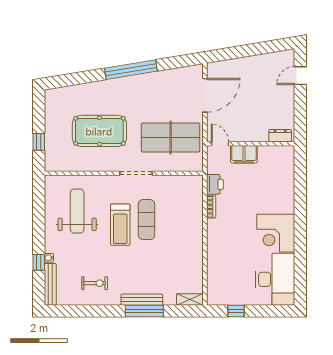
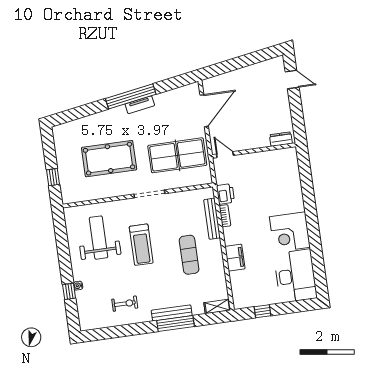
door: (300, 76) -> (292, 79), swing flipped
tv unit: (139, 80) -> (140, 105), added
filing cabinet: (244, 154) -> (235, 258), moved, turned -90
exercise mat: (146, 220) -> (189, 255), moved
bench: (50, 284) -> (212, 219), moved

